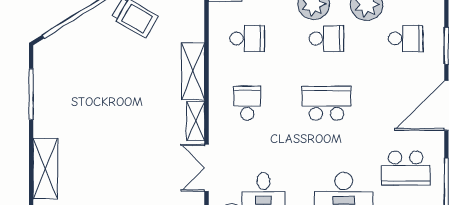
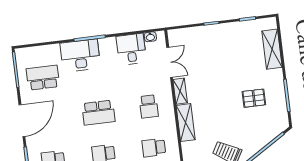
pallet: (83, 96) -> (254, 98), added

